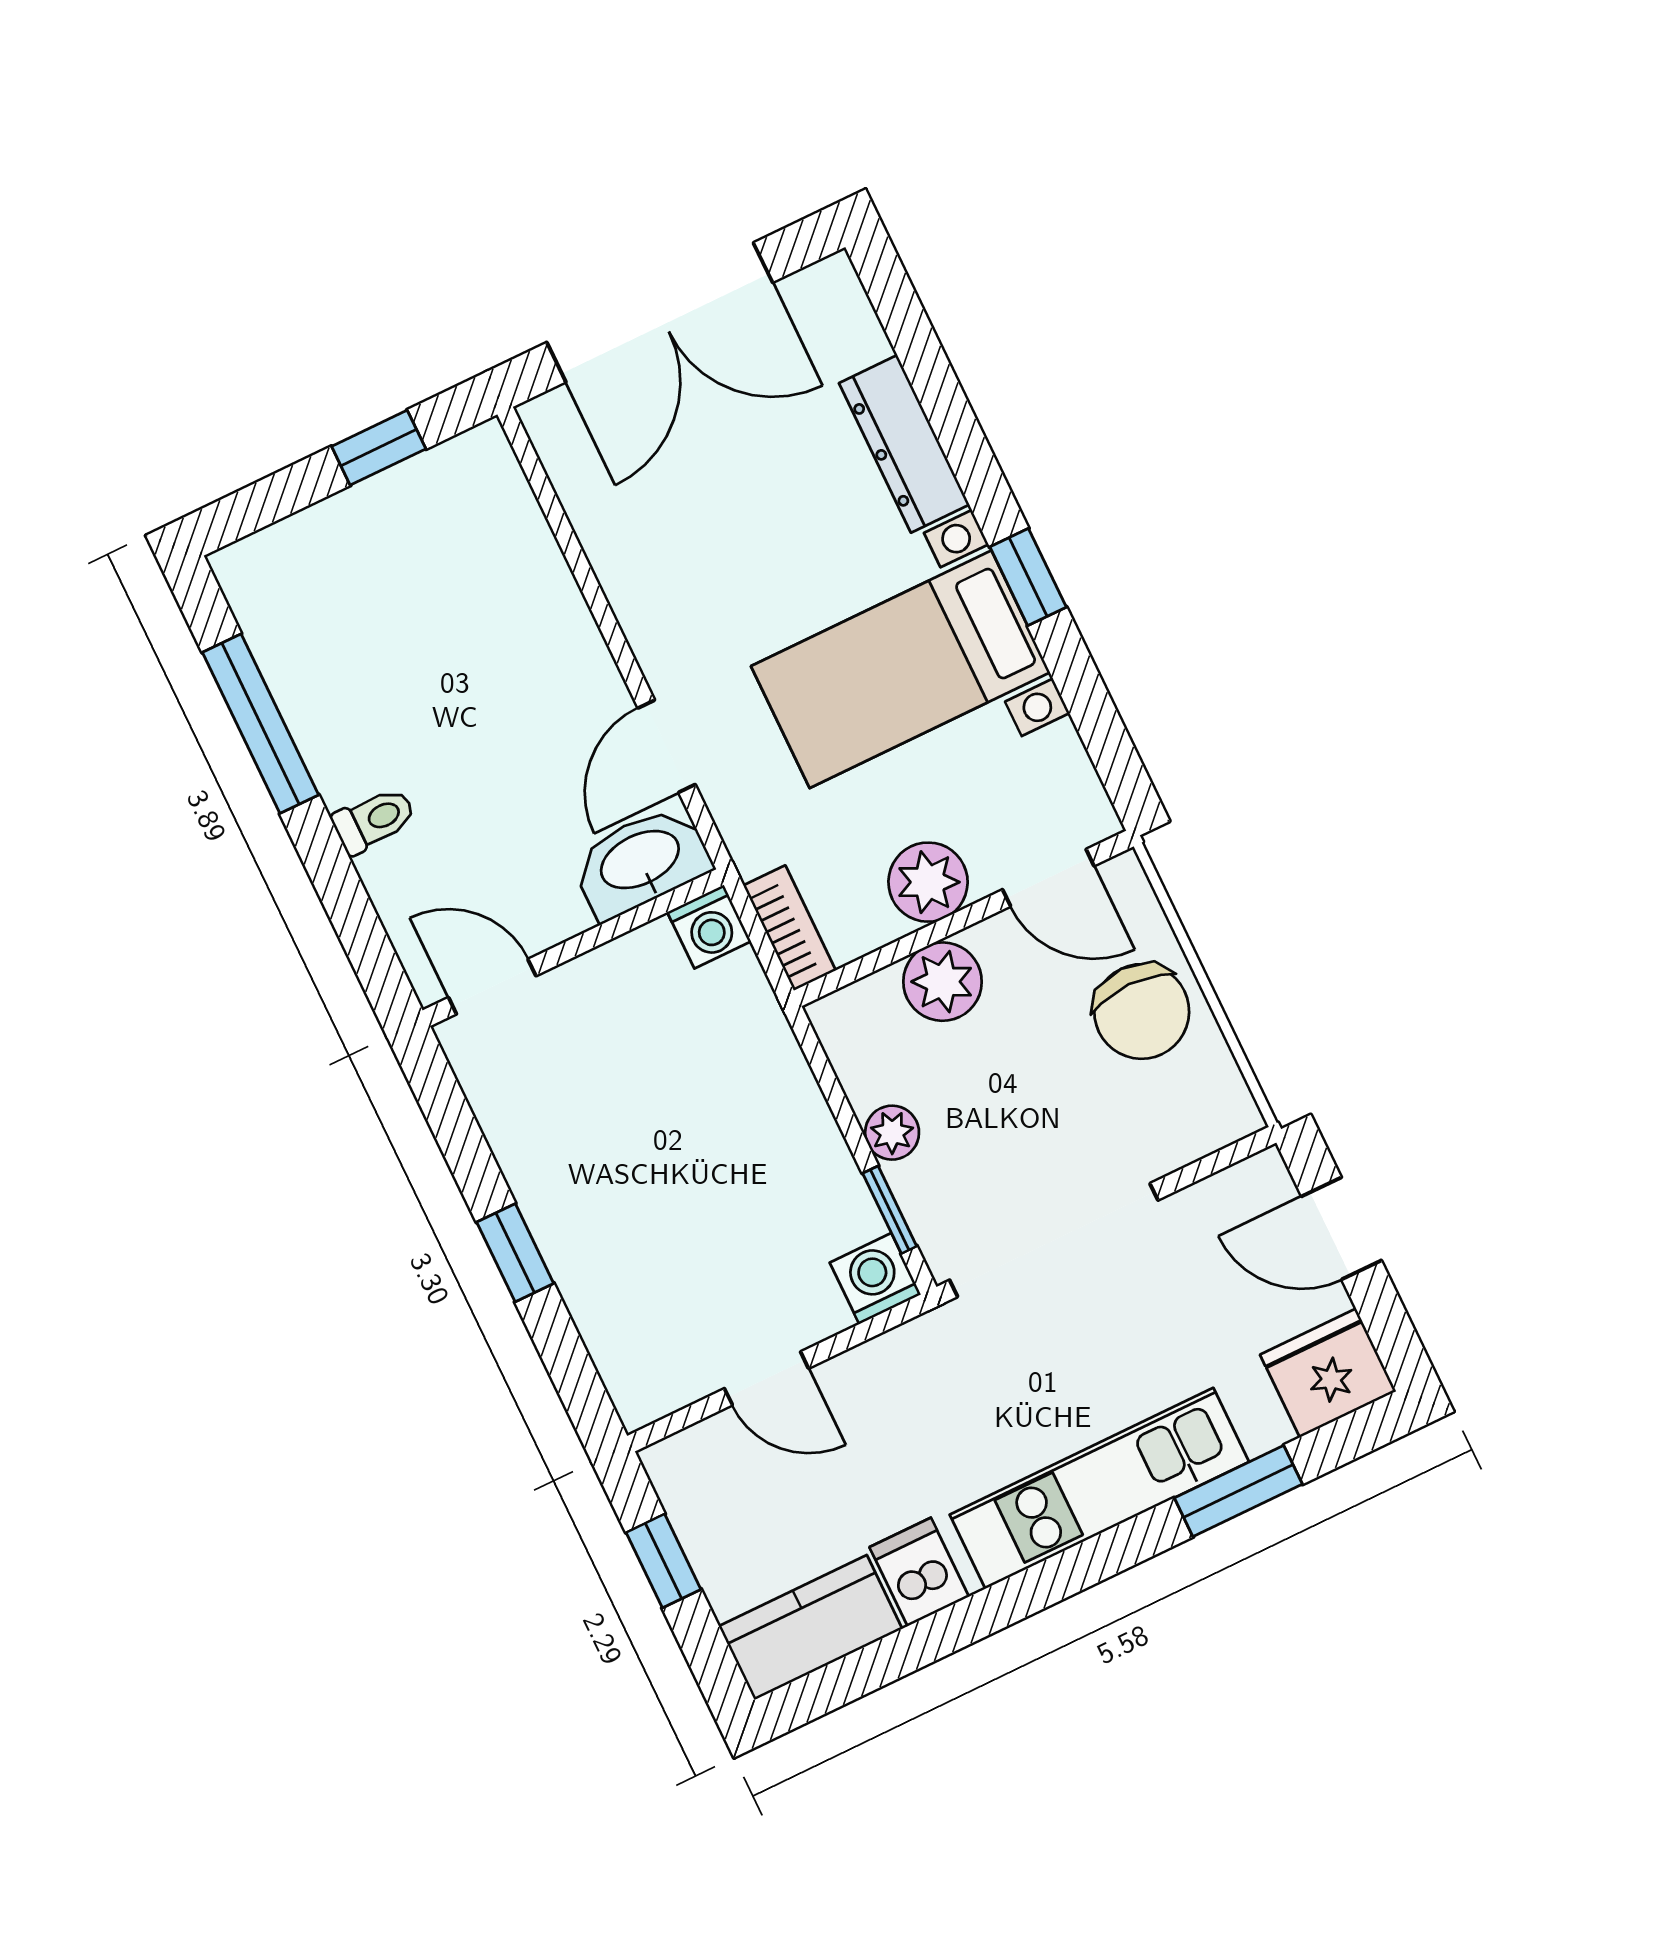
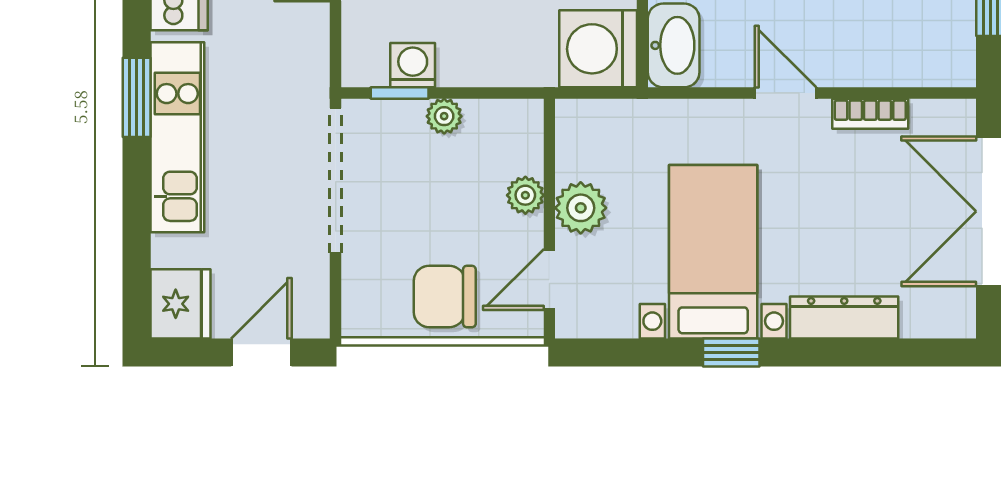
door: (667, 746) -> (786, 93), moved
washing machine: (709, 927) -> (598, 49), width x1.89, depth x1.89
bookcase: (790, 928) -> (870, 114), moved
plant: (943, 982) -> (525, 195), width x0.73, depth x0.73
washing machine: (875, 1279) -> (413, 65), moved, turned -90
window: (1238, 1491) -> (137, 97), moved

